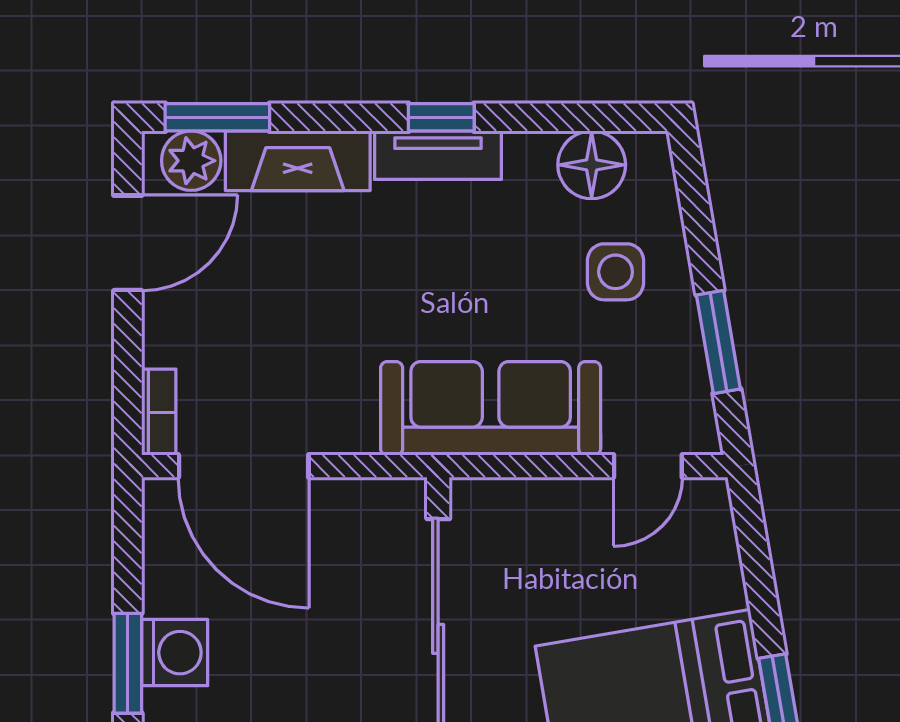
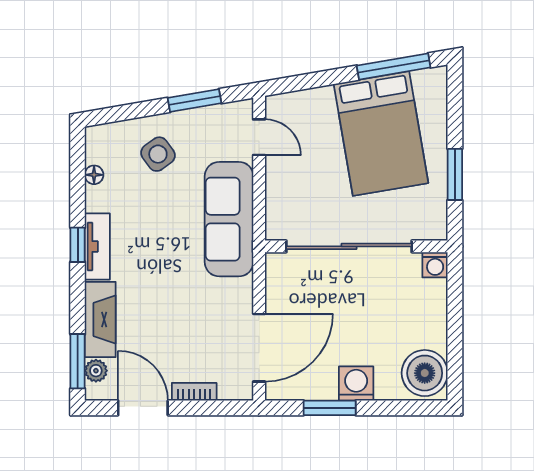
plant: (191, 161) -> (96, 371), width x0.73, depth x0.73
floor lamp: (592, 165) -> (94, 175), width x0.53, depth x0.53
side table: (616, 272) -> (158, 154), turned -36
bookcase: (159, 412) -> (194, 392), moved
window: (128, 663) -> (330, 408), moved

